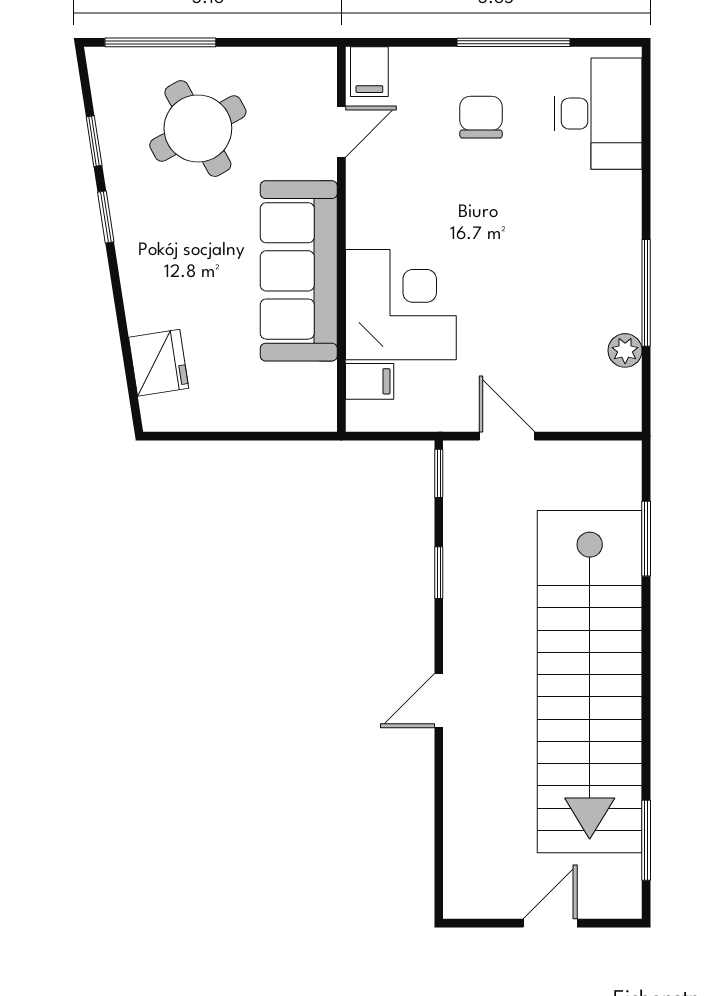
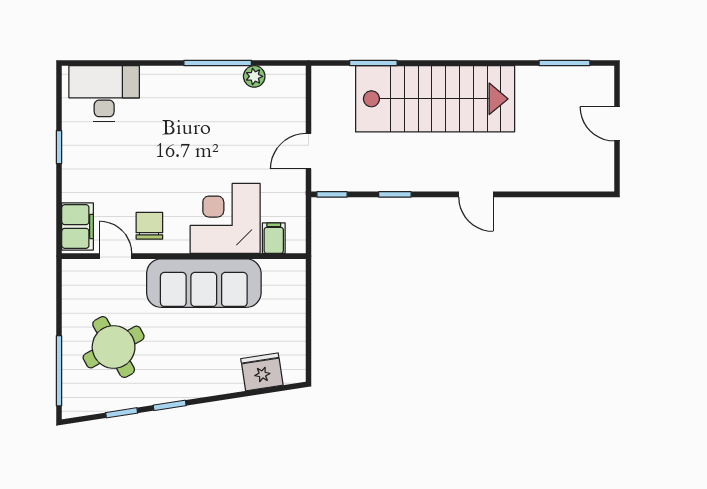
window: (514, 42) -> (59, 147), width x0.46
filing cabinet: (369, 72) -> (78, 226), width x2.00
chair: (481, 117) -> (149, 226), moved, turned 90
stairs: (590, 682) -> (435, 99), width x0.73

